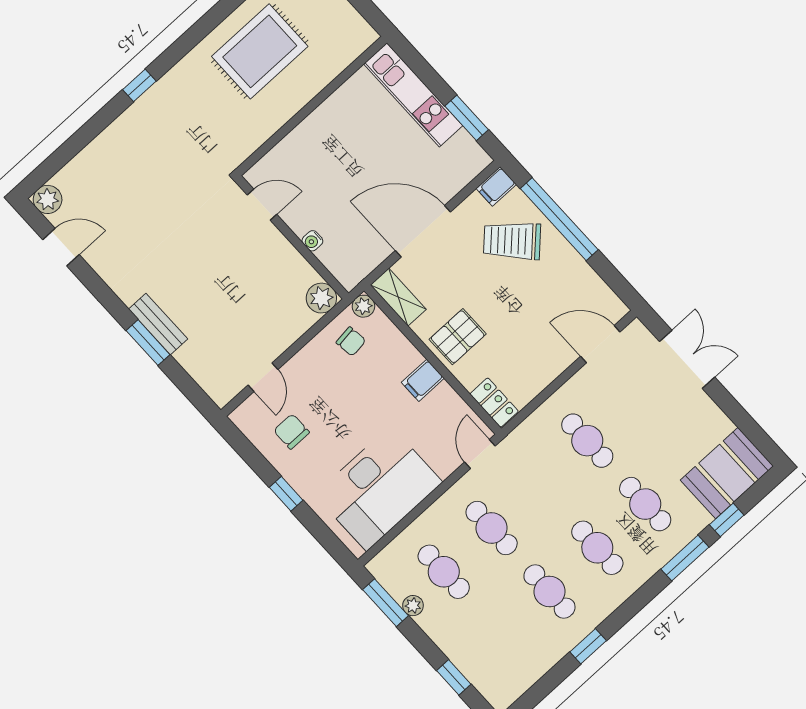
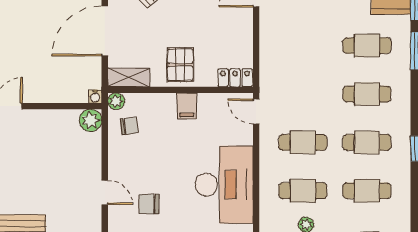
water cooler: (312, 241) -> (95, 96), moved
cafe table: (587, 441) -> (367, 191), moved

